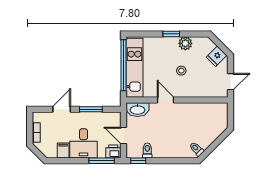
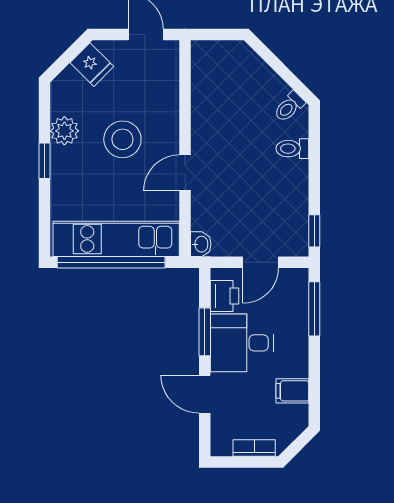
stool: (181, 71) -> (122, 139), width x1.89, depth x1.89
washbasin: (137, 110) -> (201, 244), width x0.52, depth x0.69
desk: (84, 143) -> (242, 343), moved, turned 180
toilet: (147, 151) -> (292, 149), moved
printer: (113, 152) -> (224, 296), moved, turned 180

